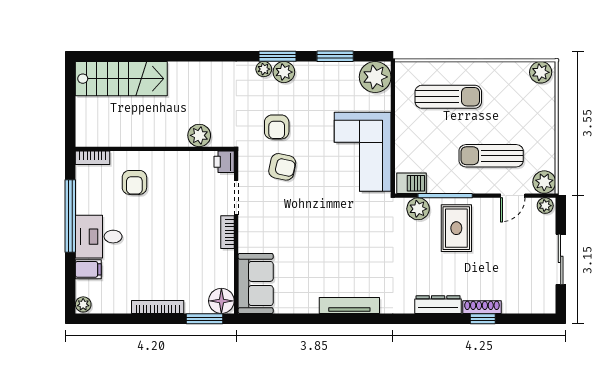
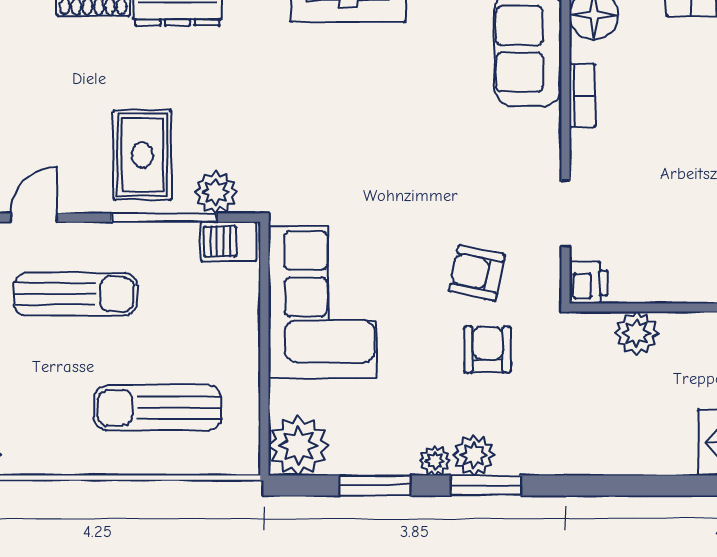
plant: (264, 69) -> (435, 461), moved
bookcase: (227, 232) -> (582, 95), moved

